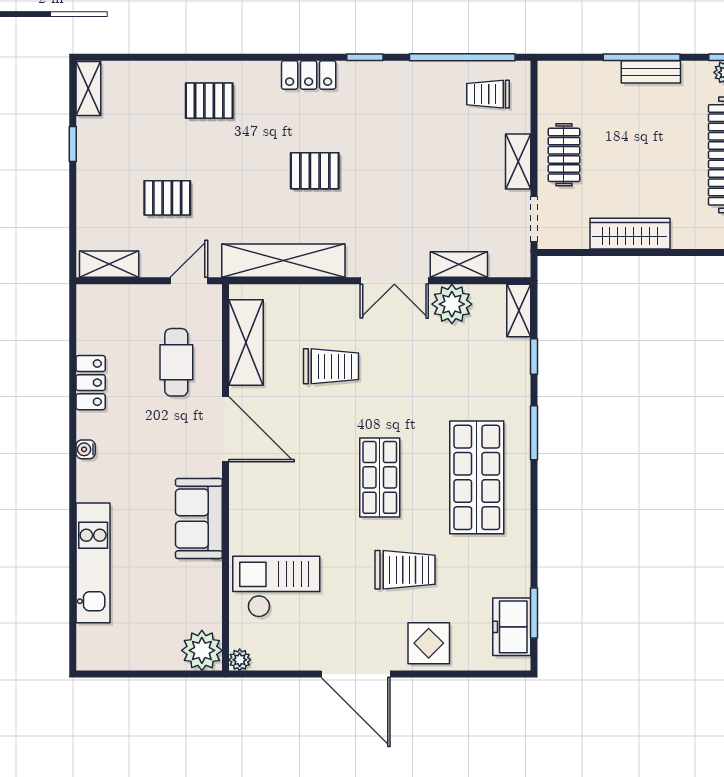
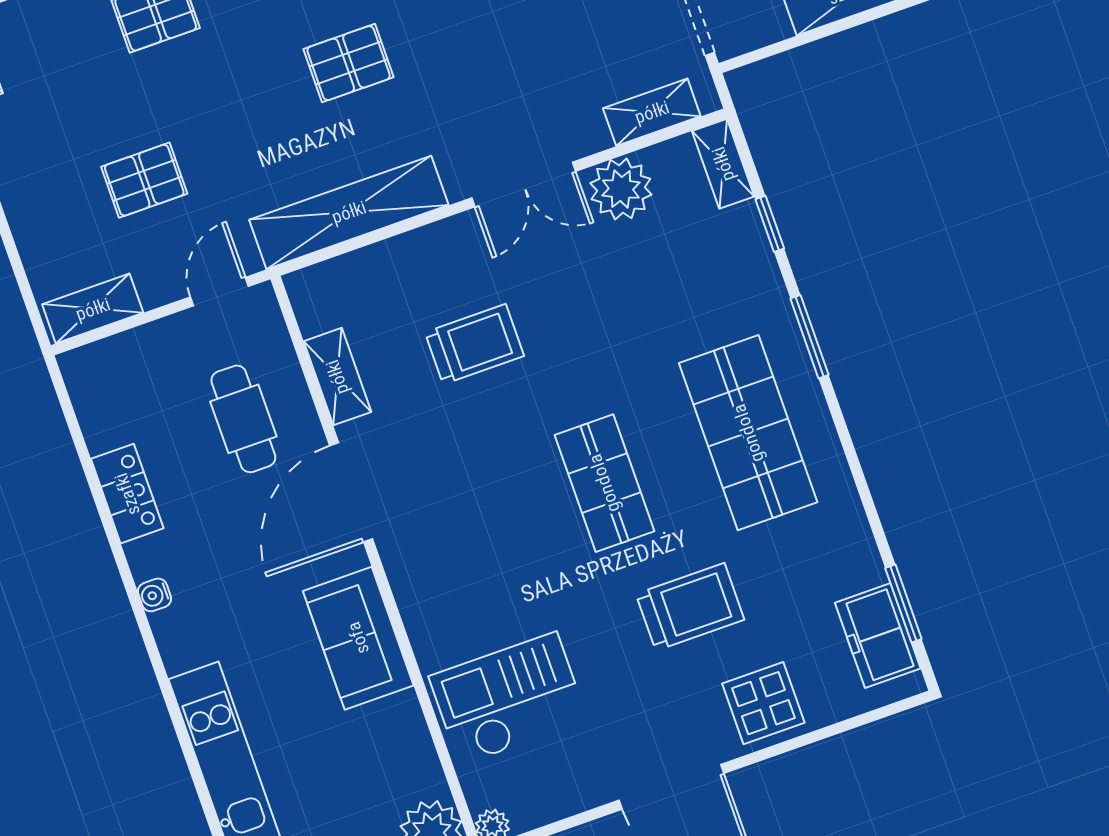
shelving: (459, 265) -> (652, 112), moved
shelving: (246, 343) -> (337, 377), width x0.67, depth x0.75
door: (226, 429) -> (351, 492), swing flipped

